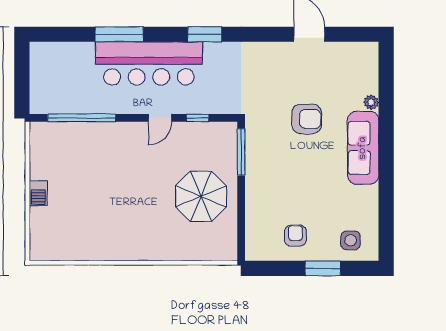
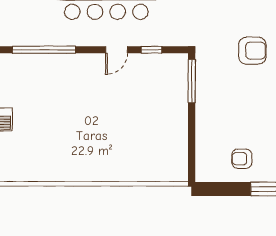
parasol: (201, 196) -> (154, 122), removed
armchair: (295, 236) -> (242, 159), turned -90

